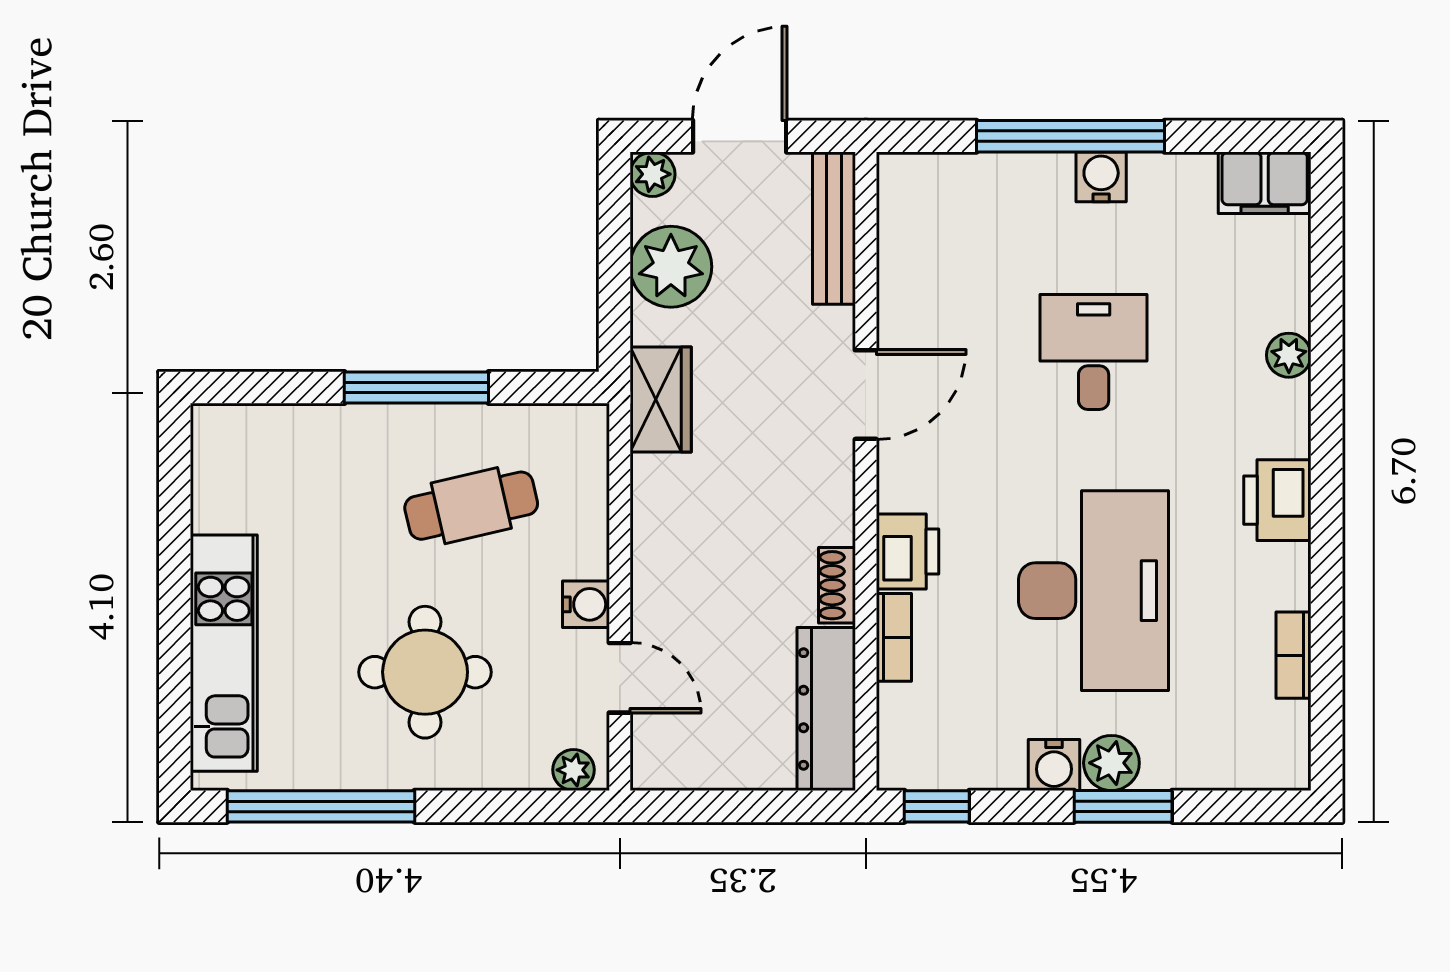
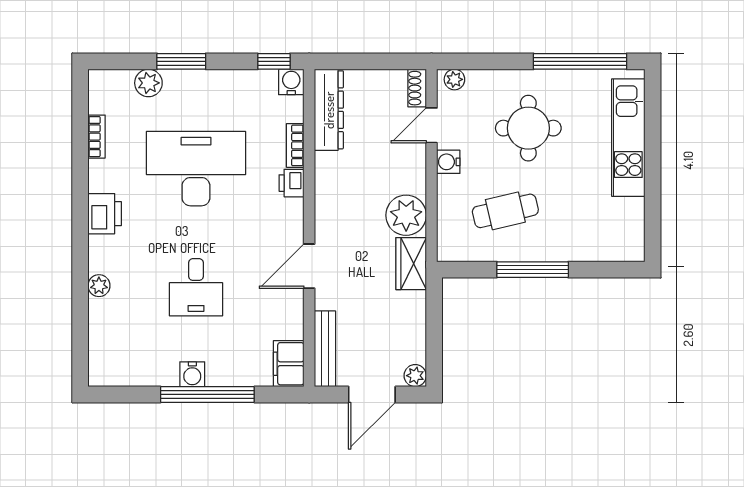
filing cabinet: (1265, 183) -> (289, 364), moved, turned -90
plant: (671, 267) -> (406, 215), moved
printer: (907, 552) -> (291, 183), width x0.73, depth x0.81
shoe rack: (837, 585) -> (417, 88), moved, turned 180
desk: (1094, 591) -> (196, 169), turned 90
door: (620, 678) -> (431, 125), hinge flipped
plant: (1111, 763) -> (148, 83), moved
water cooler: (1054, 765) -> (291, 82), moved

